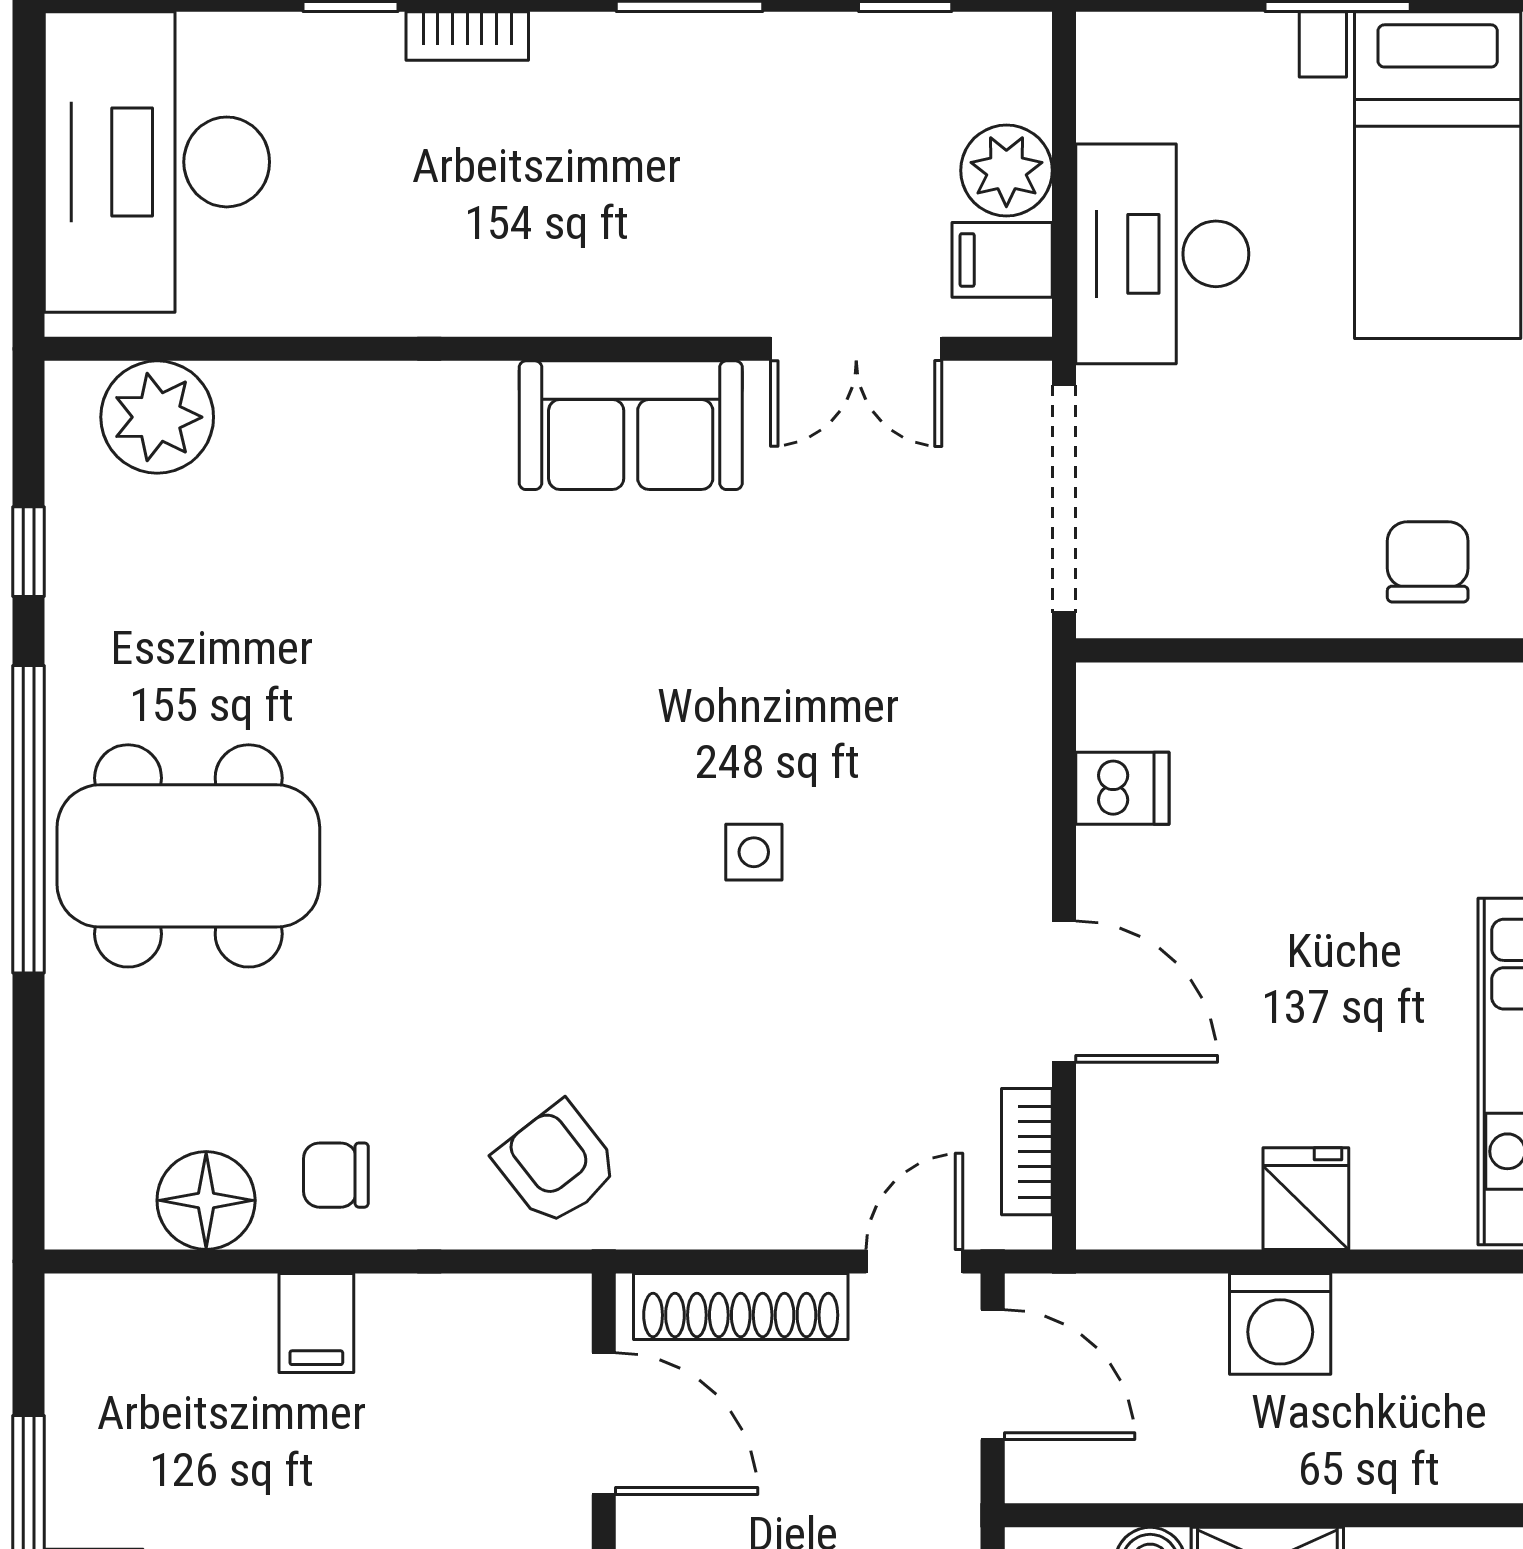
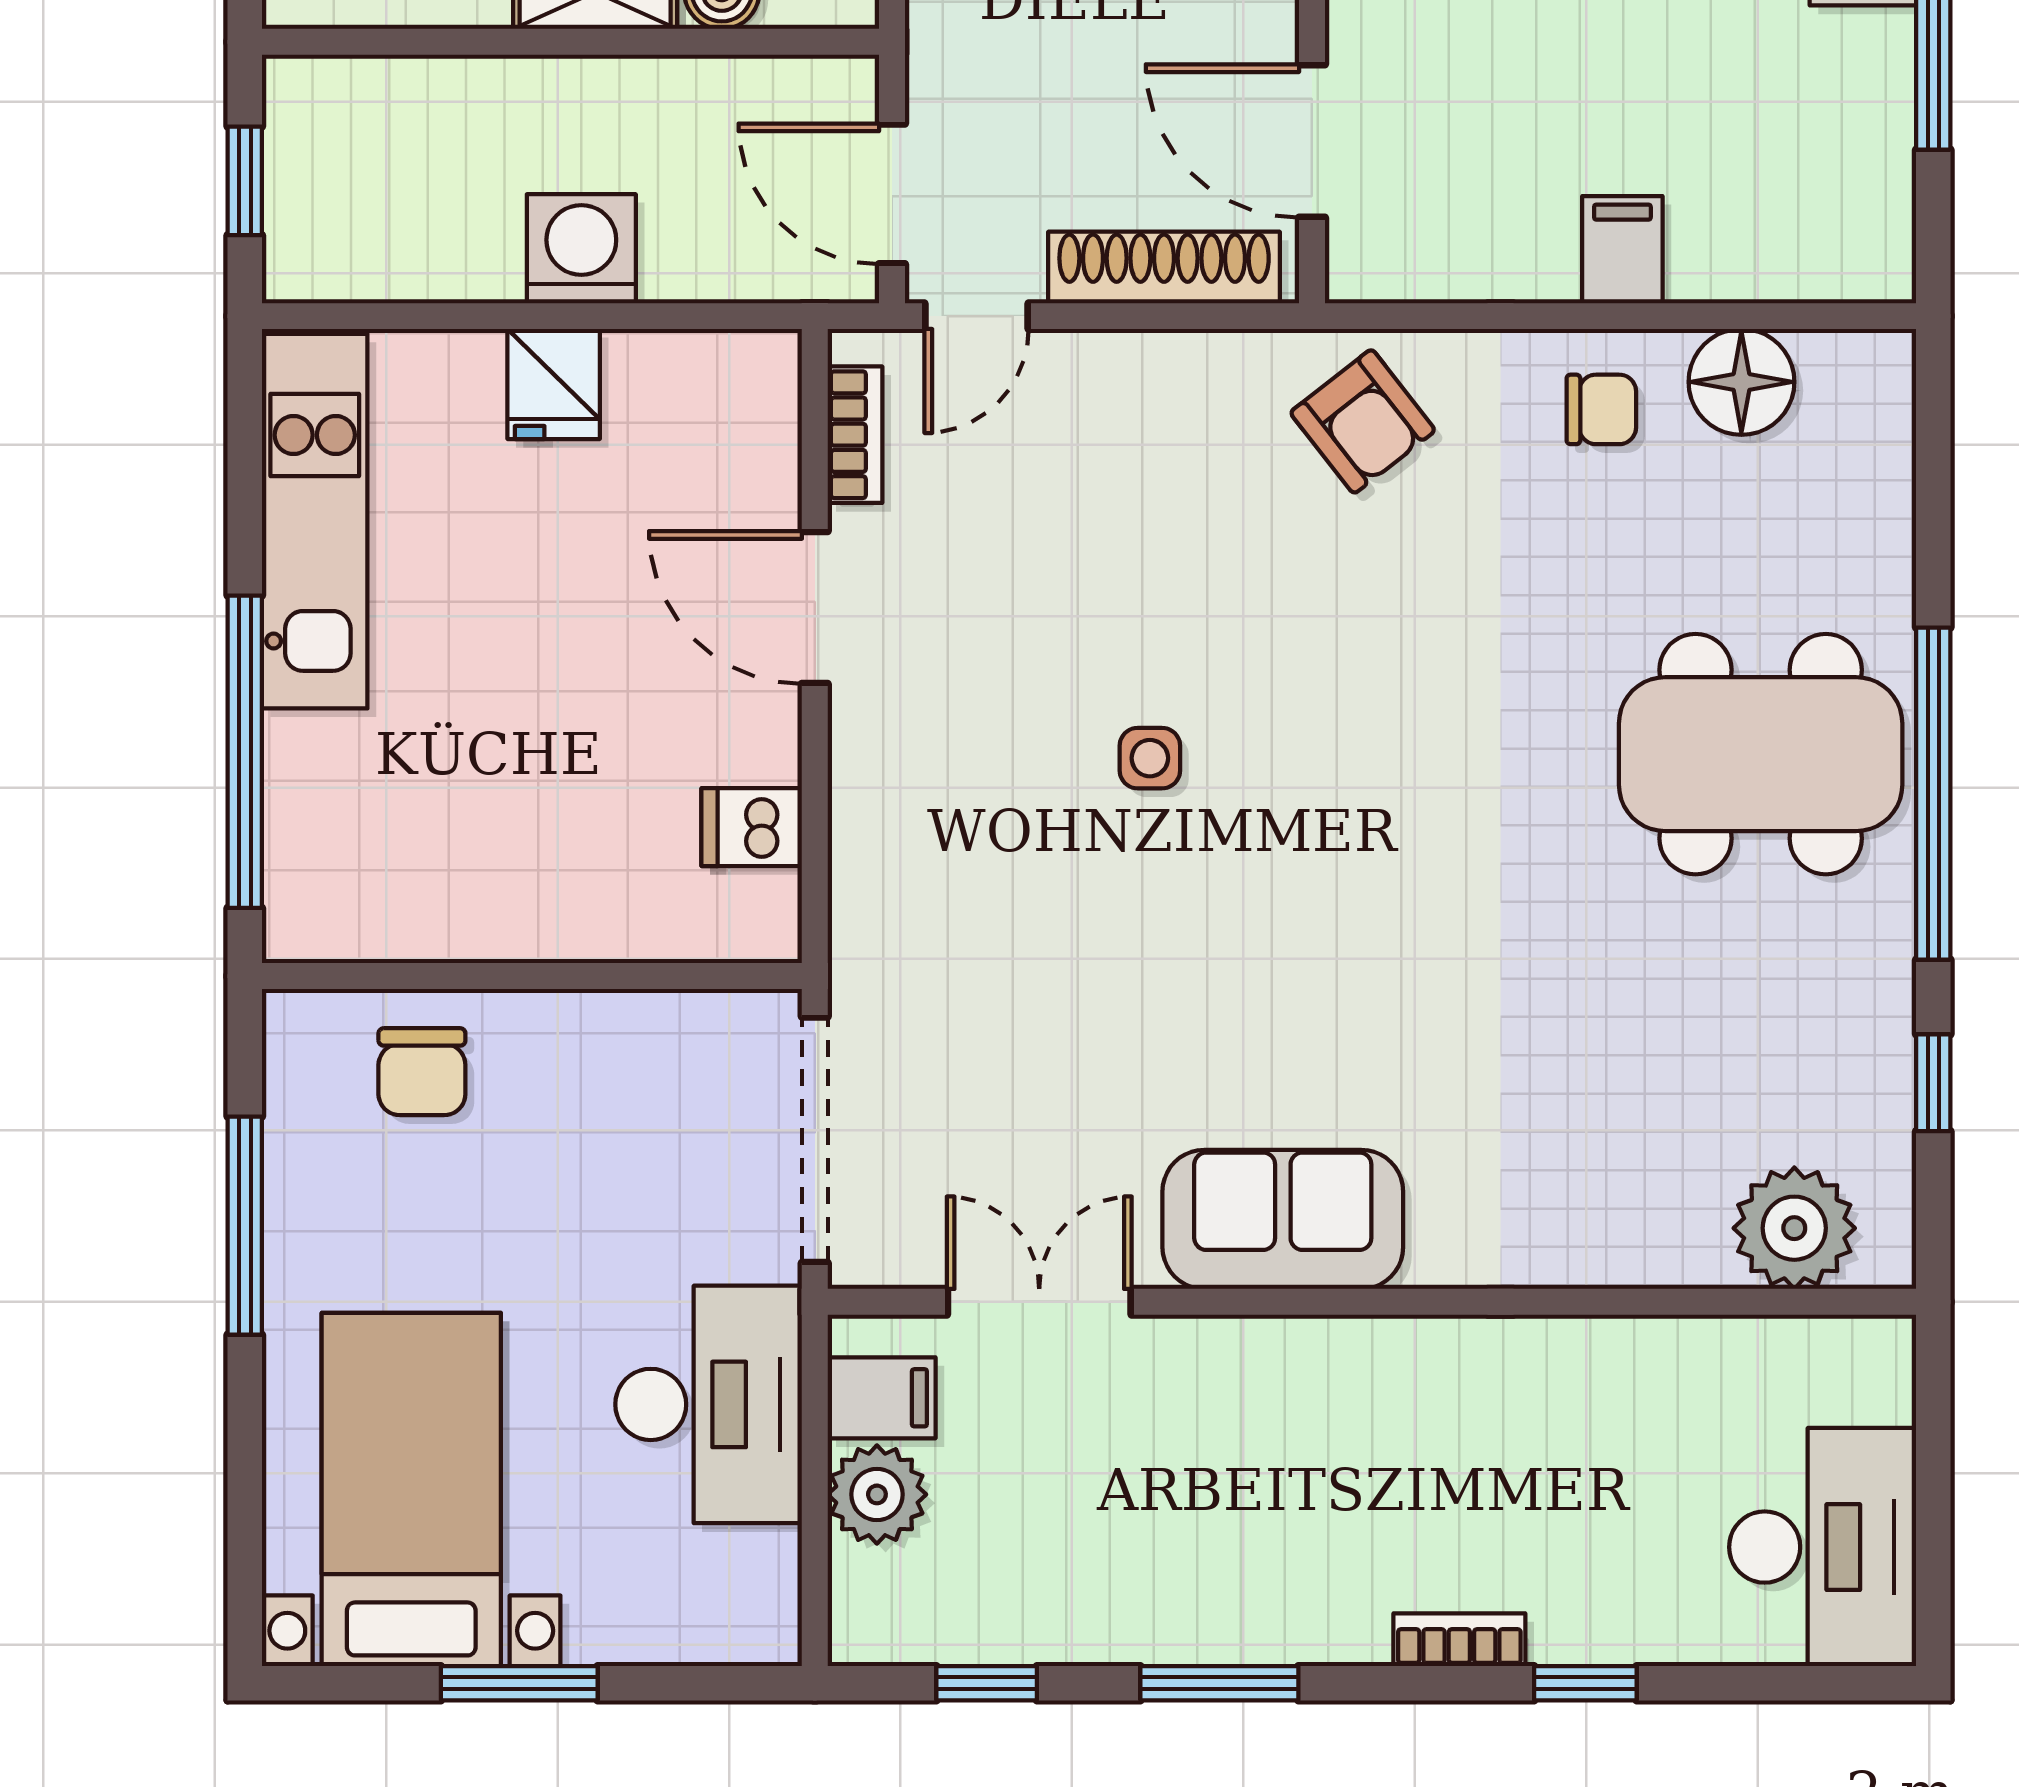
desk: (157, 162) -> (1823, 1547), width x0.73, depth x0.77

